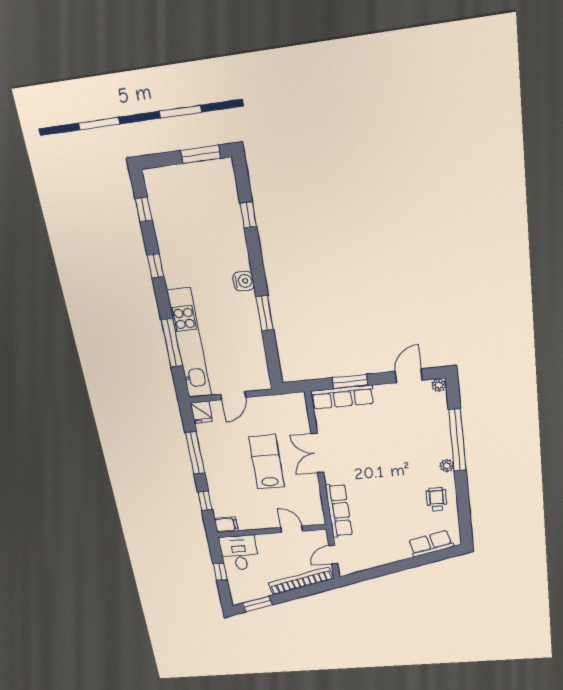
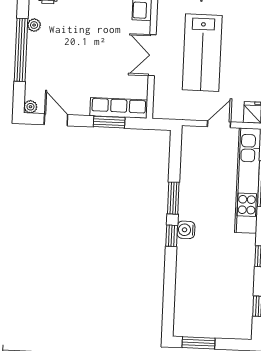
window: (248, 215) -> (172, 236), moved
door: (409, 376) -> (56, 120), swing flipped
double door: (317, 453) -> (152, 55), swing flipped
lab bench: (266, 462) -> (202, 53), width x1.36, depth x1.39

